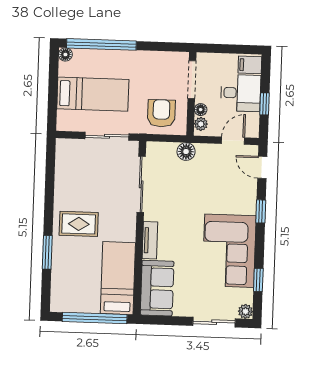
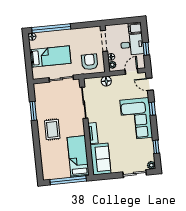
rug: (79, 224) -> (52, 129), turned 90
corner sofa: (229, 251) -> (136, 119), moved
window: (47, 252) -> (33, 111), moved

